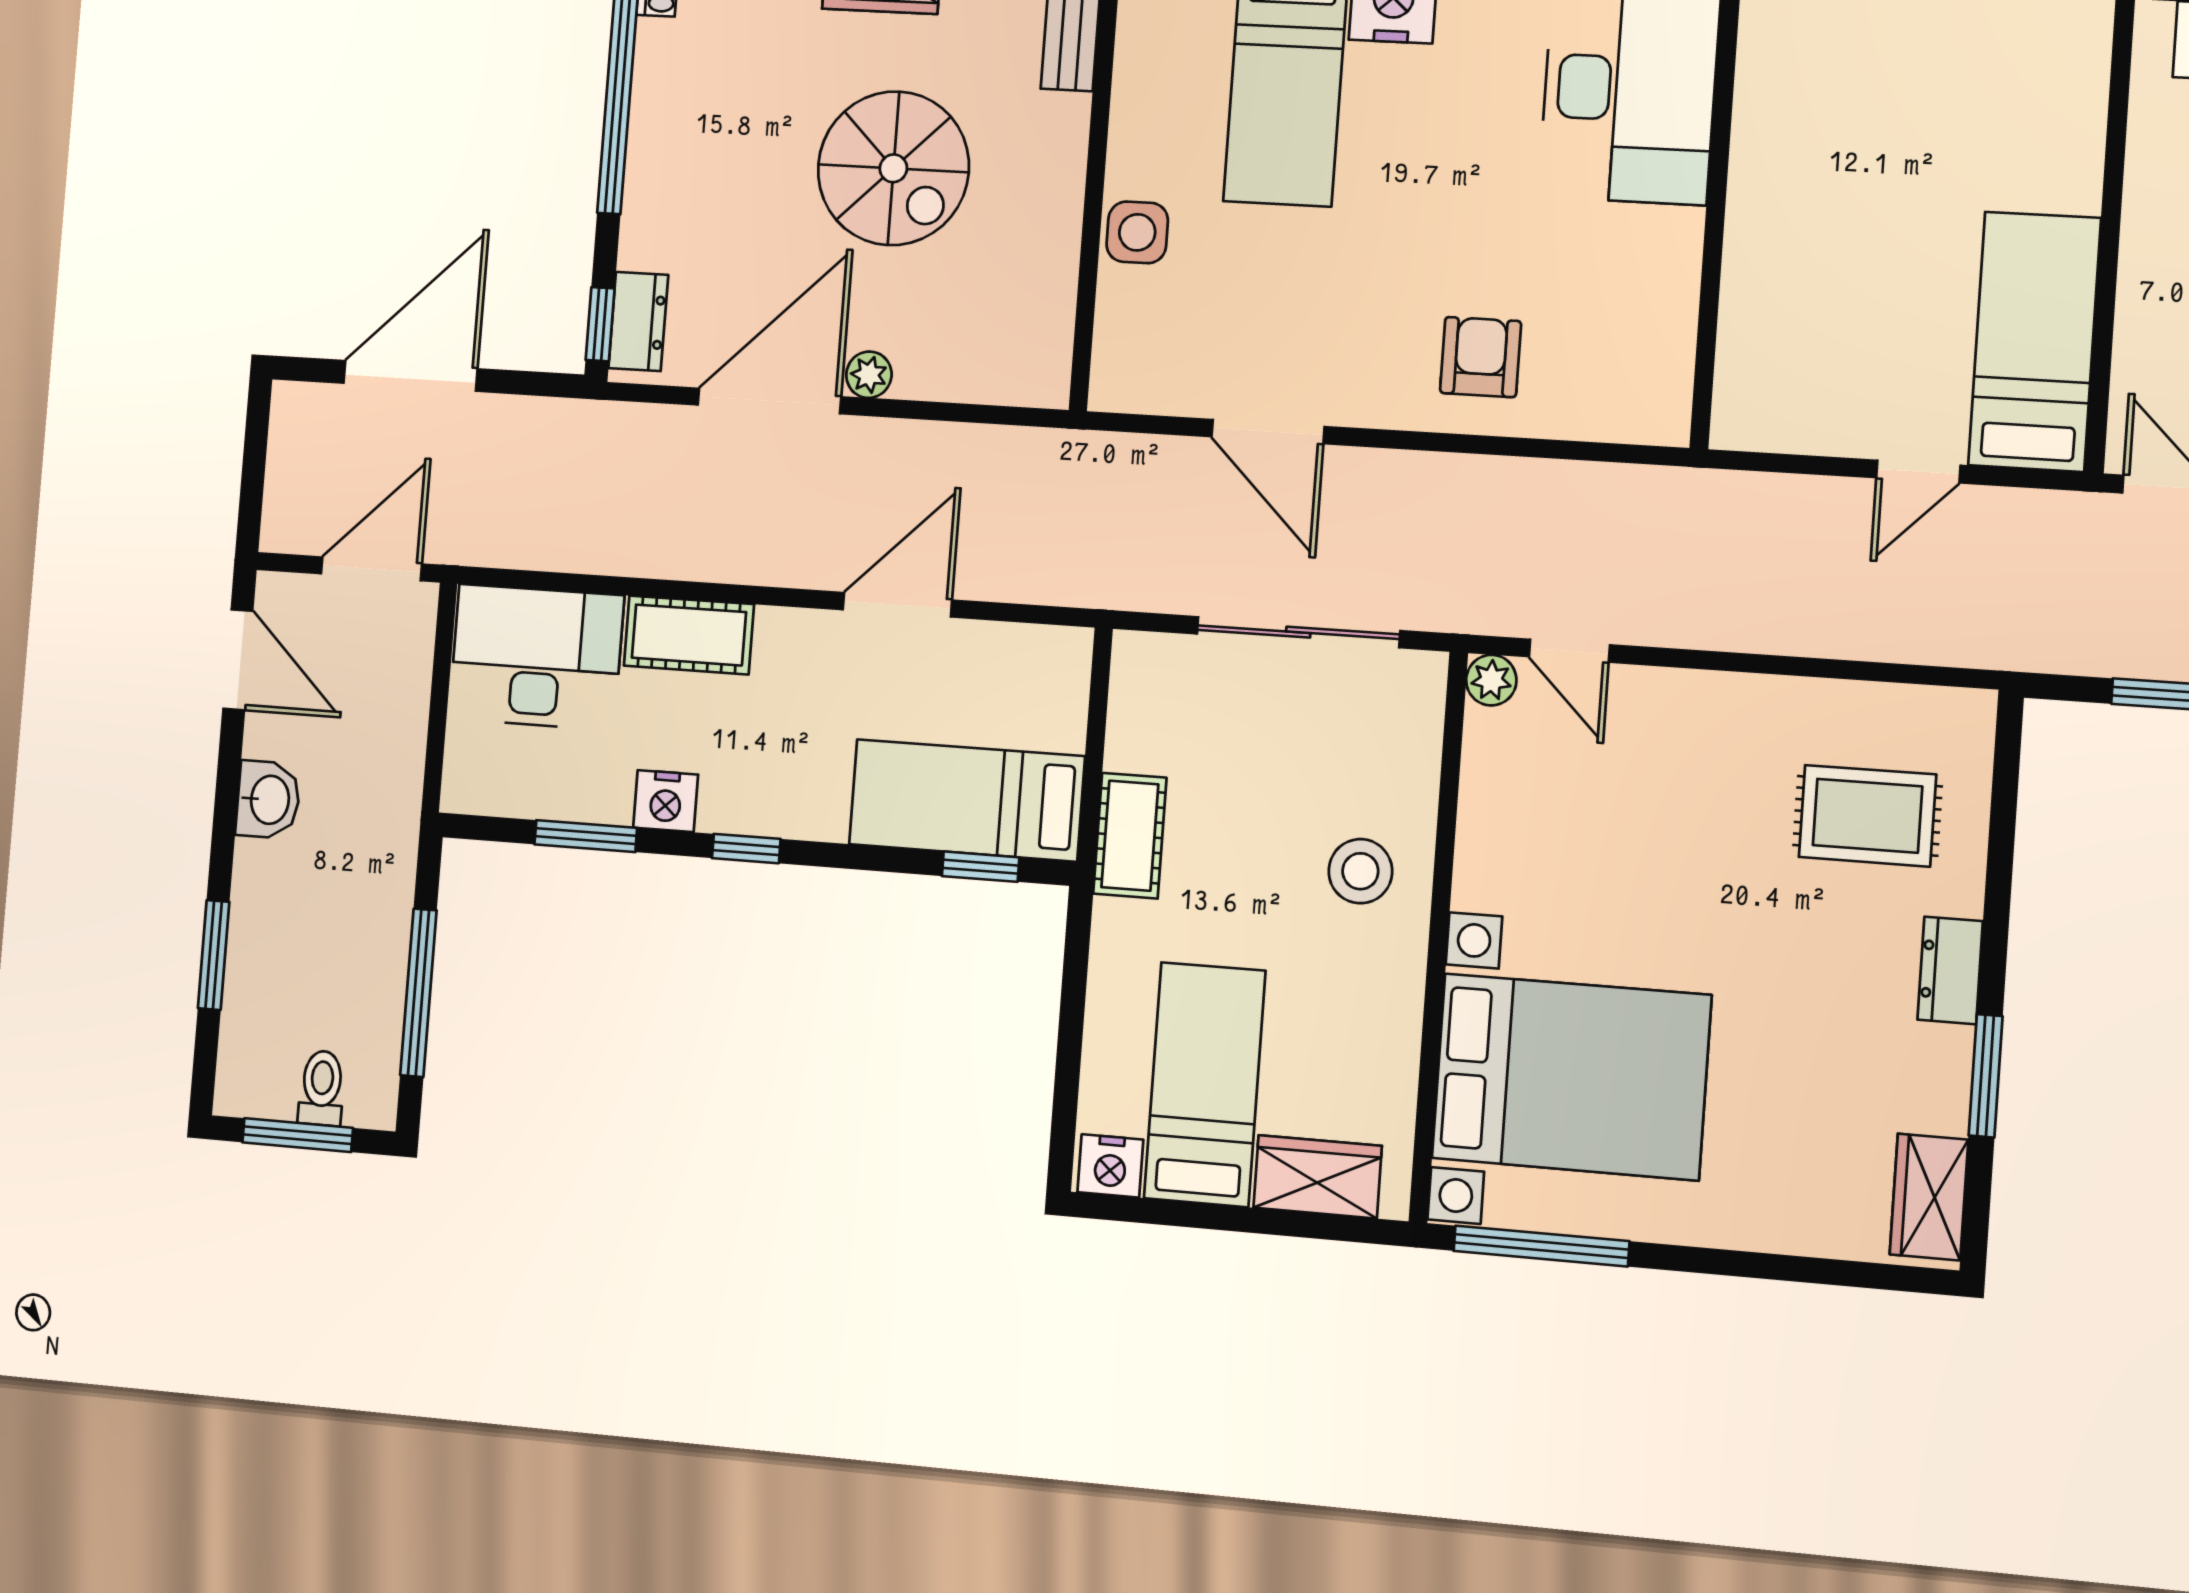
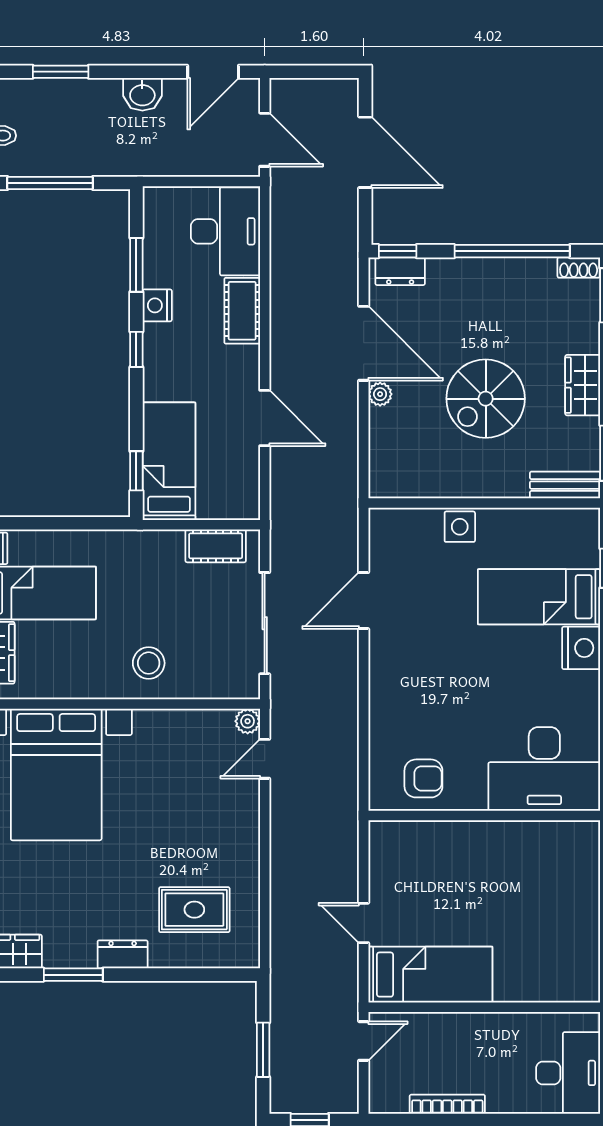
armchair: (1481, 357) -> (423, 778), moved
rug: (1867, 816) -> (194, 910), turned 90
cot: (1130, 836) -> (216, 546), moved

